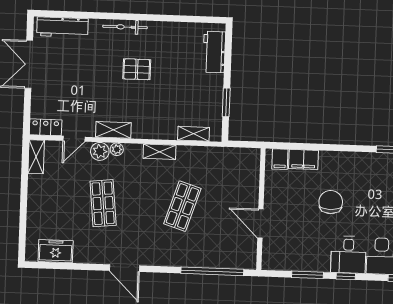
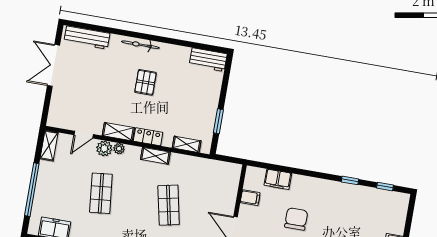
workbench: (214, 52) -> (208, 60), moved, turned -90
pallet: (137, 69) -> (146, 82), turned 90
locker: (46, 127) -> (148, 137), moved
filing cabinet: (280, 159) -> (250, 198), moved, turned -90
shop shelf: (182, 206) -> (169, 205), turned -30
window: (23, 210) -> (32, 190), added

